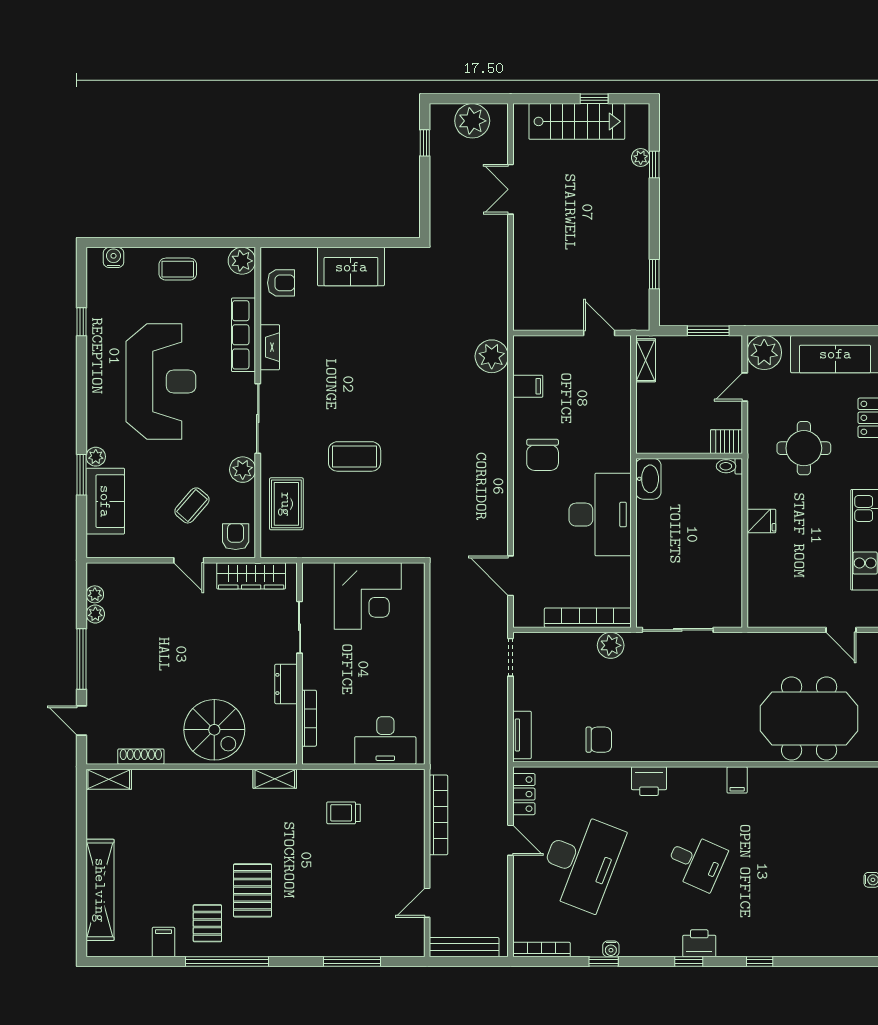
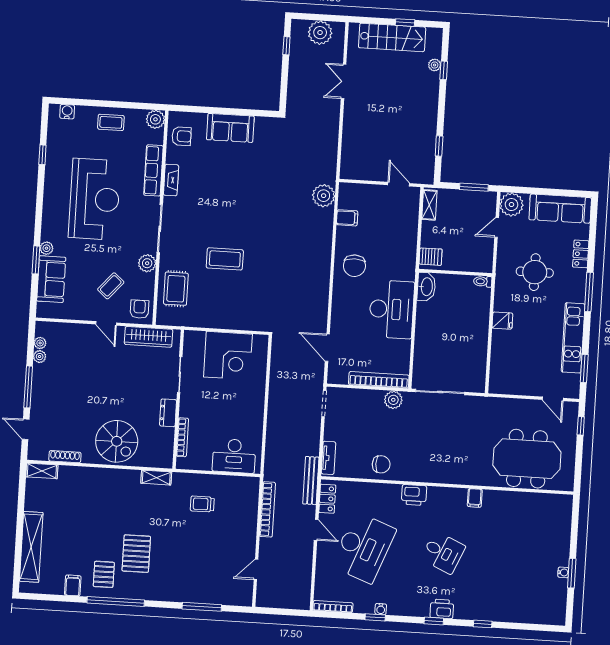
server rack: (726, 442) -> (431, 257), moved, turned 180
bench: (464, 947) -> (311, 481), moved, turned 90

